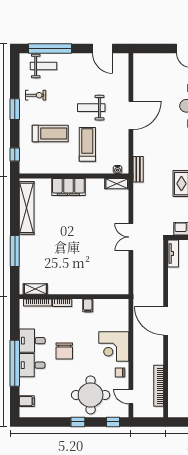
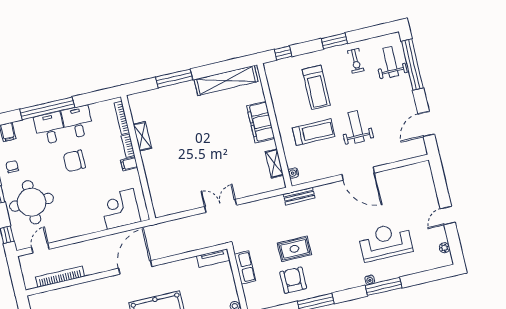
weight bench: (44, 66) -> (391, 62), turned 180
shelving: (117, 184) -> (274, 163), moved
shelving: (35, 289) -> (142, 136), moved
filing cabinet: (88, 305) -> (129, 164), moved
corner desk: (114, 346) -> (120, 209), moved
chair: (120, 372) -> (12, 167), moved

